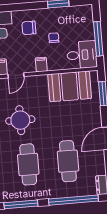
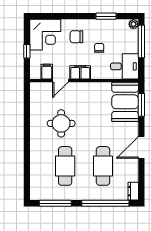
plant: (88, 10) -> (133, 24), added
window: (98, 39) -> (141, 41), moved
filing cabinet: (41, 65) -> (80, 72), width x2.00
booth: (70, 86) -> (125, 102), moved, turned 90

